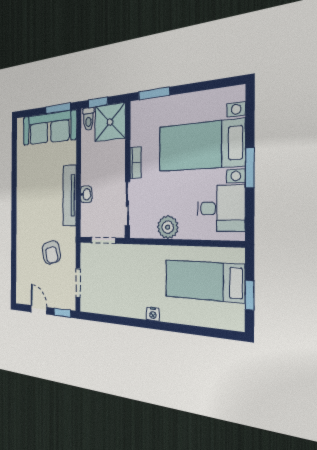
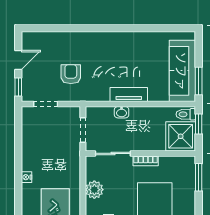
tv unit: (70, 195) -> (129, 94), width x0.71
armchair: (51, 252) -> (71, 74), turned 105

